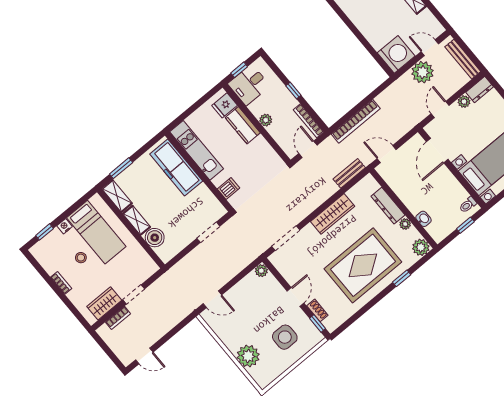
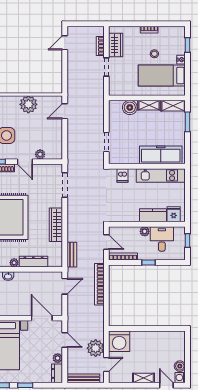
desk: (249, 85) -> (162, 239), moved
plant: (261, 271) -> (40, 154), moved
plant: (248, 356) -> (28, 104), moved

